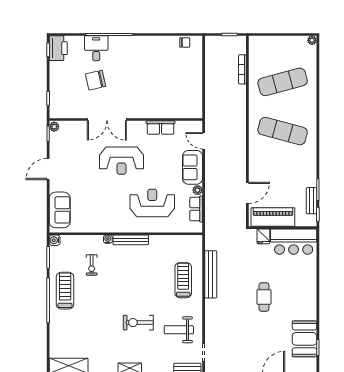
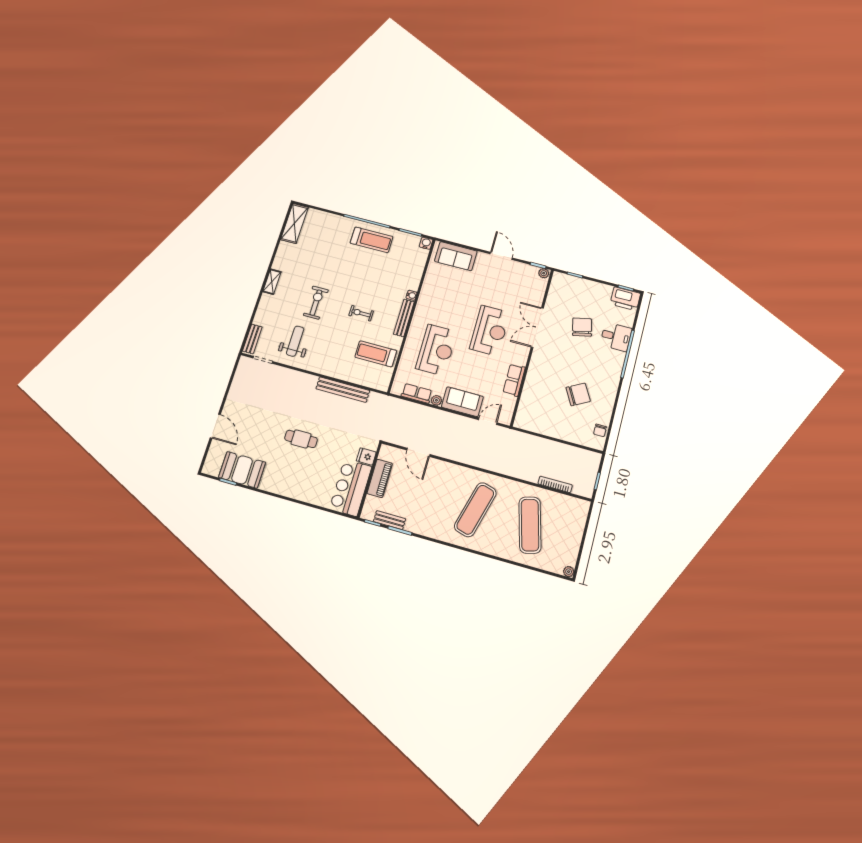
chair: (158, 69) -> (578, 394), added
reception desk: (121, 161) -> (490, 331), turned 180
piano: (273, 217) -> (380, 478), width x0.73, depth x0.75
exercise bike: (92, 265) -> (361, 313), moved
treadmill: (183, 280) -> (376, 354), moved, turned 180

